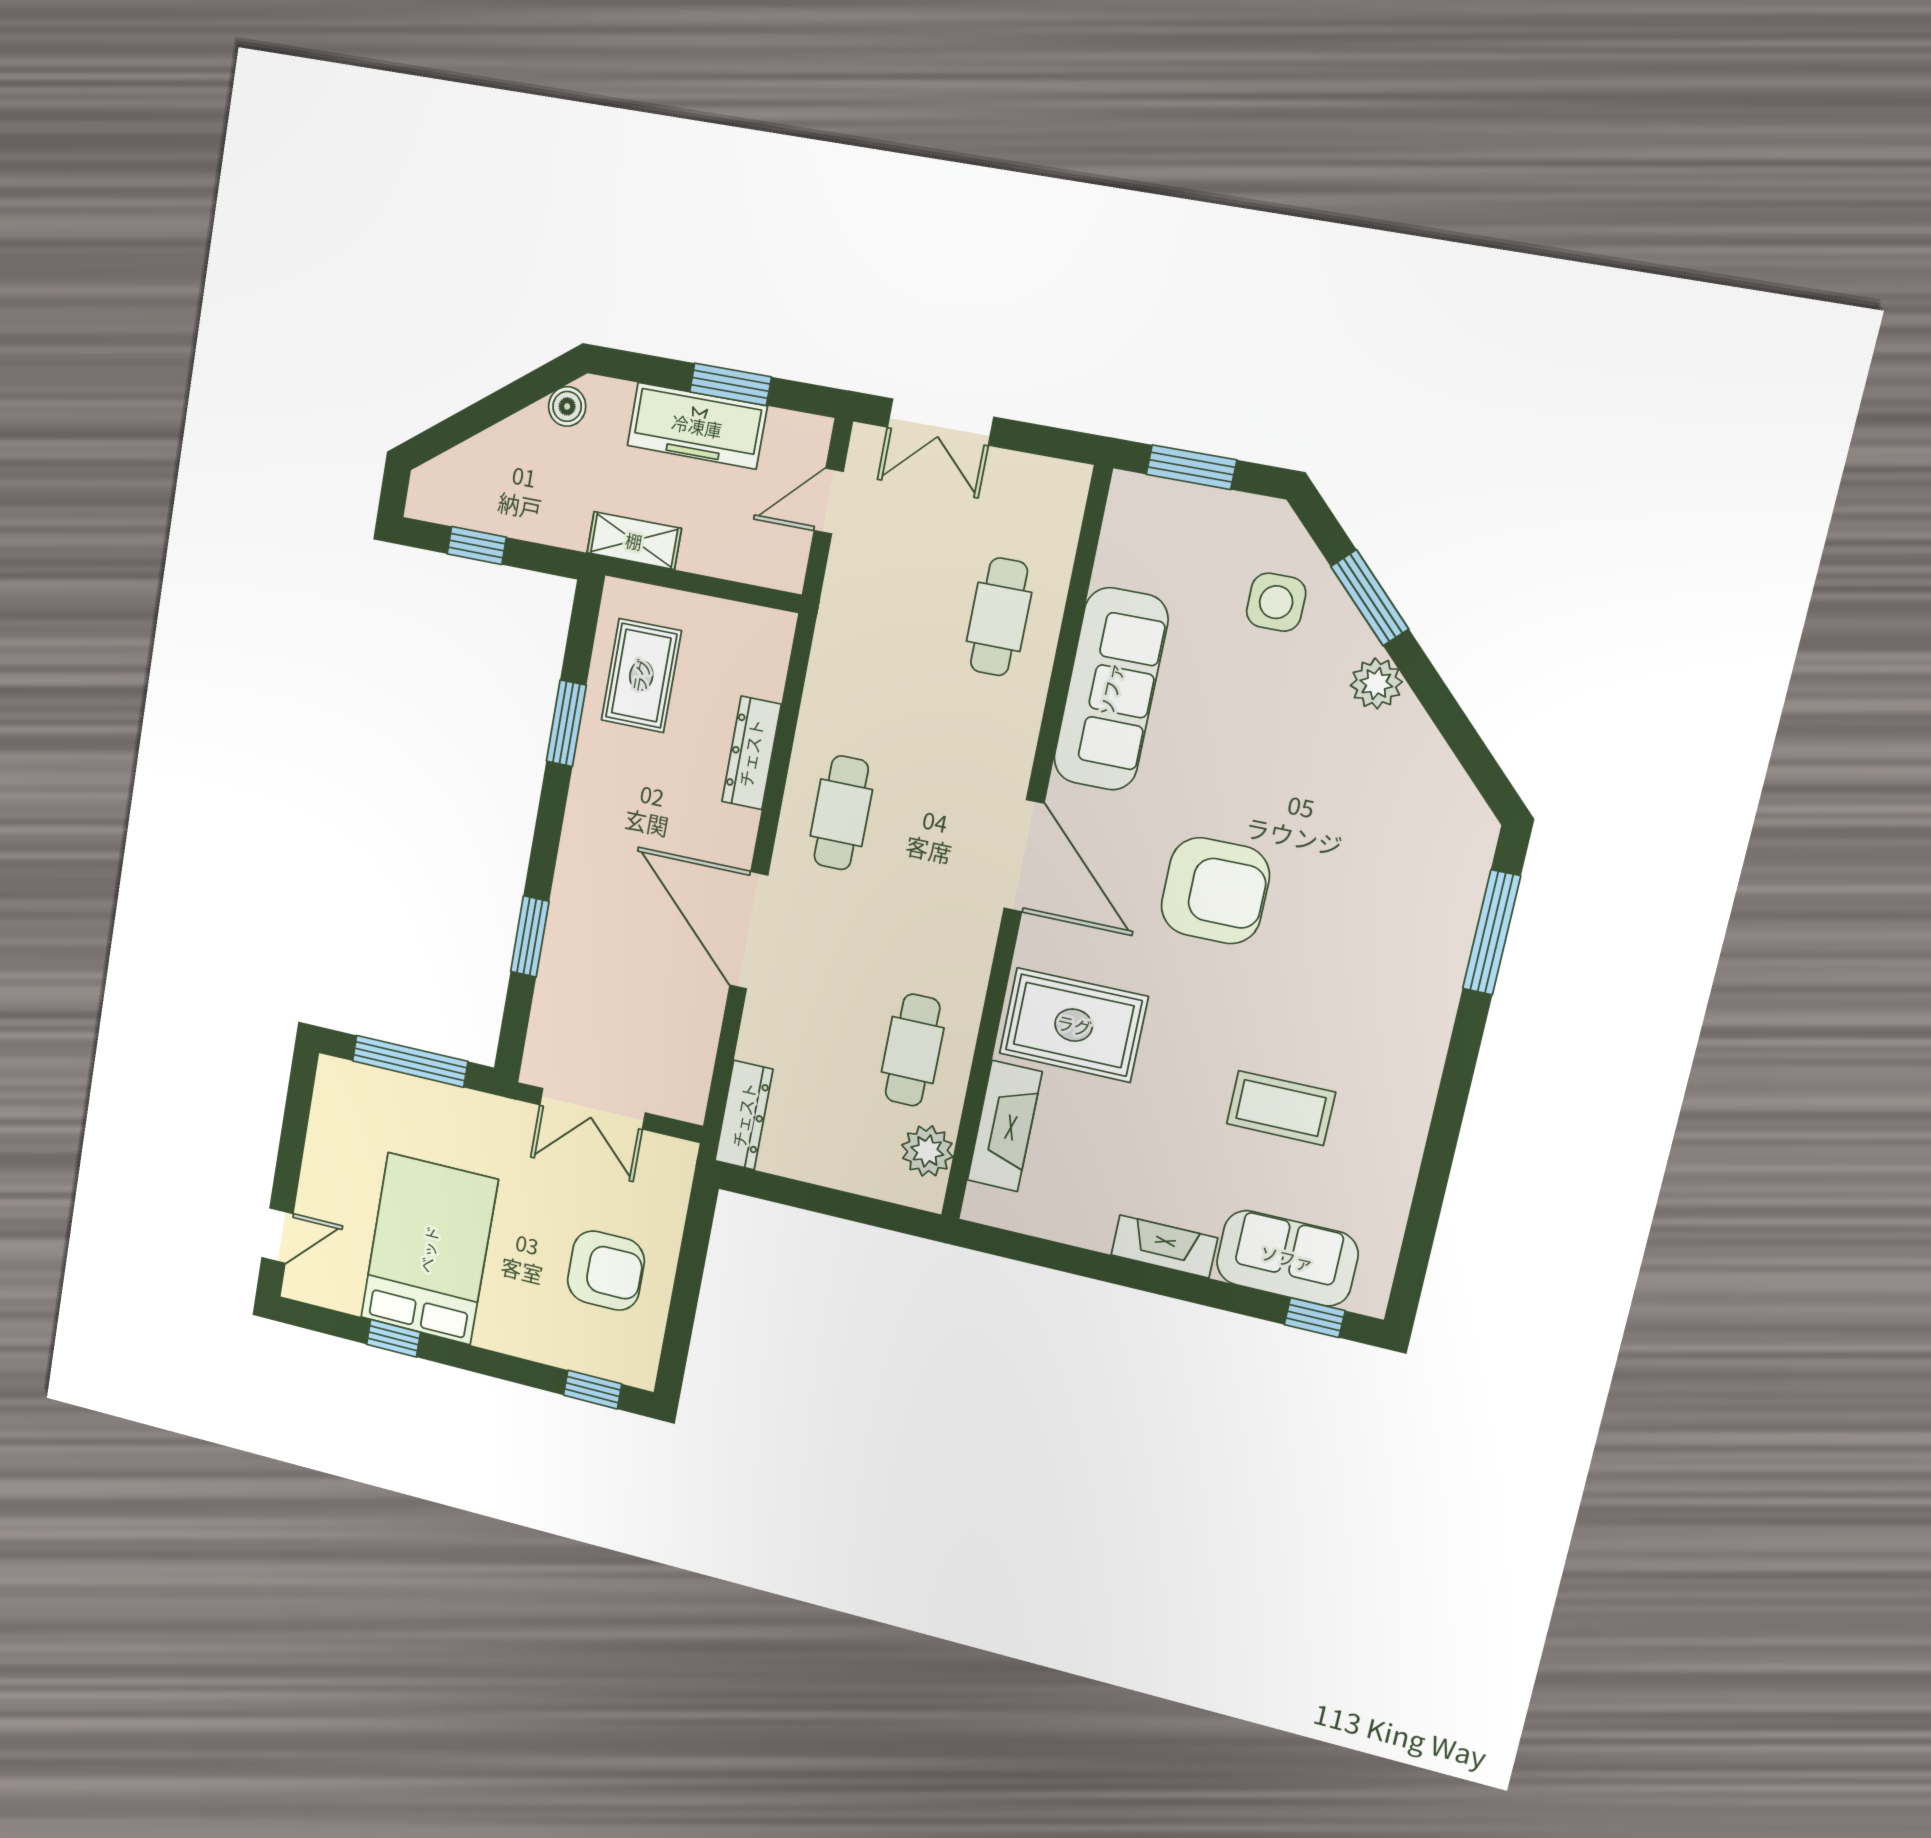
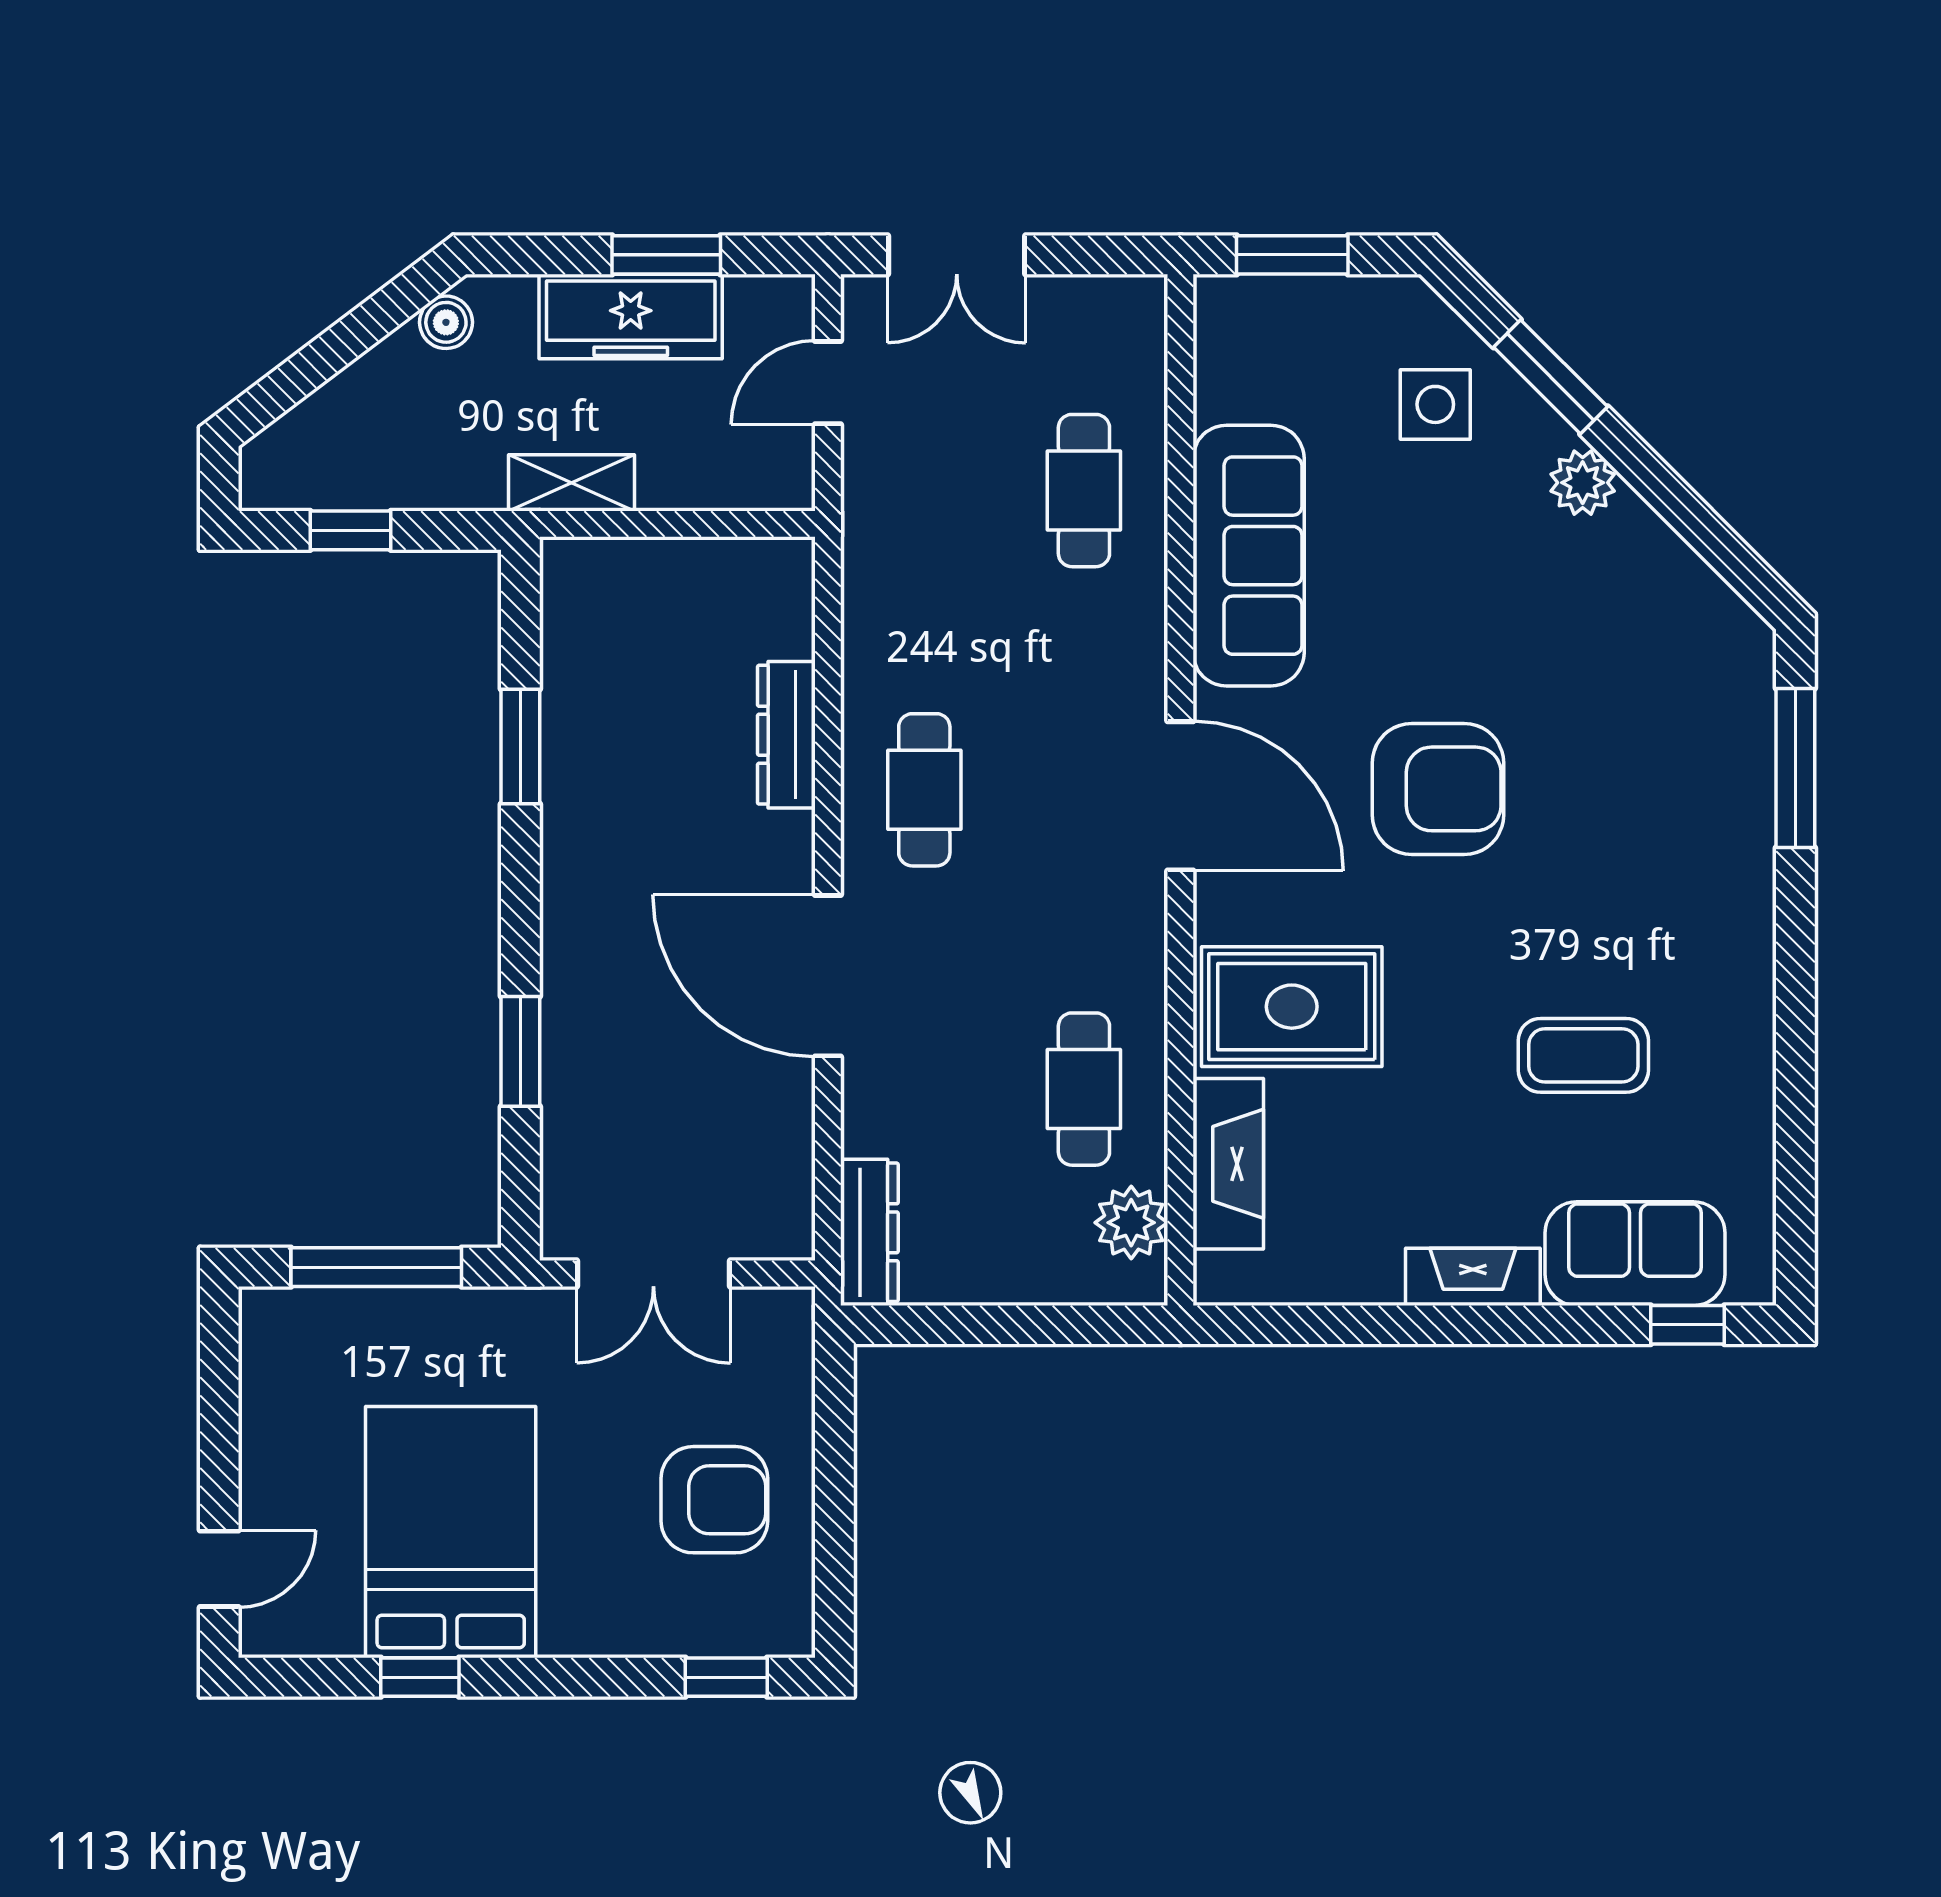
rug: (641, 676) -> (614, 661), removed

